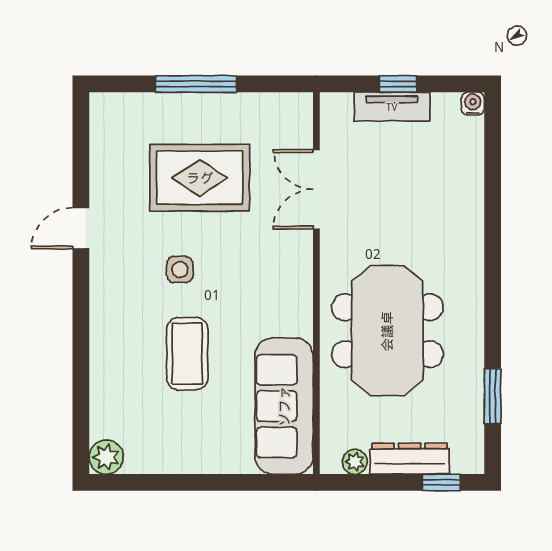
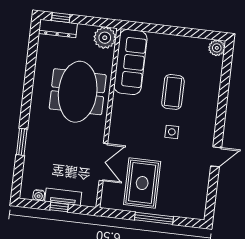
water cooler: (473, 104) -> (39, 195), moved
rug: (200, 178) -> (142, 183), moved, turned 90
window: (493, 396) -> (22, 142), moved
dresser: (410, 459) -> (58, 28), moved
plant: (355, 462) -> (105, 38), width x1.88, depth x1.88

